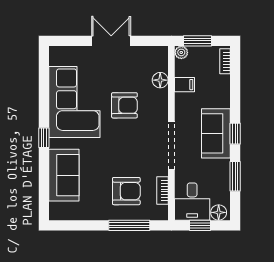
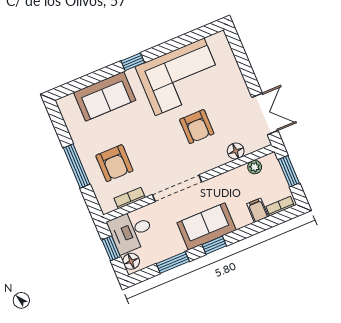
double door: (111, 41) -> (265, 114), moved
plant: (181, 52) -> (255, 167), moved
filing cabinet: (184, 85) -> (258, 210), moved, turned 180
window: (129, 225) -> (77, 166), moved

